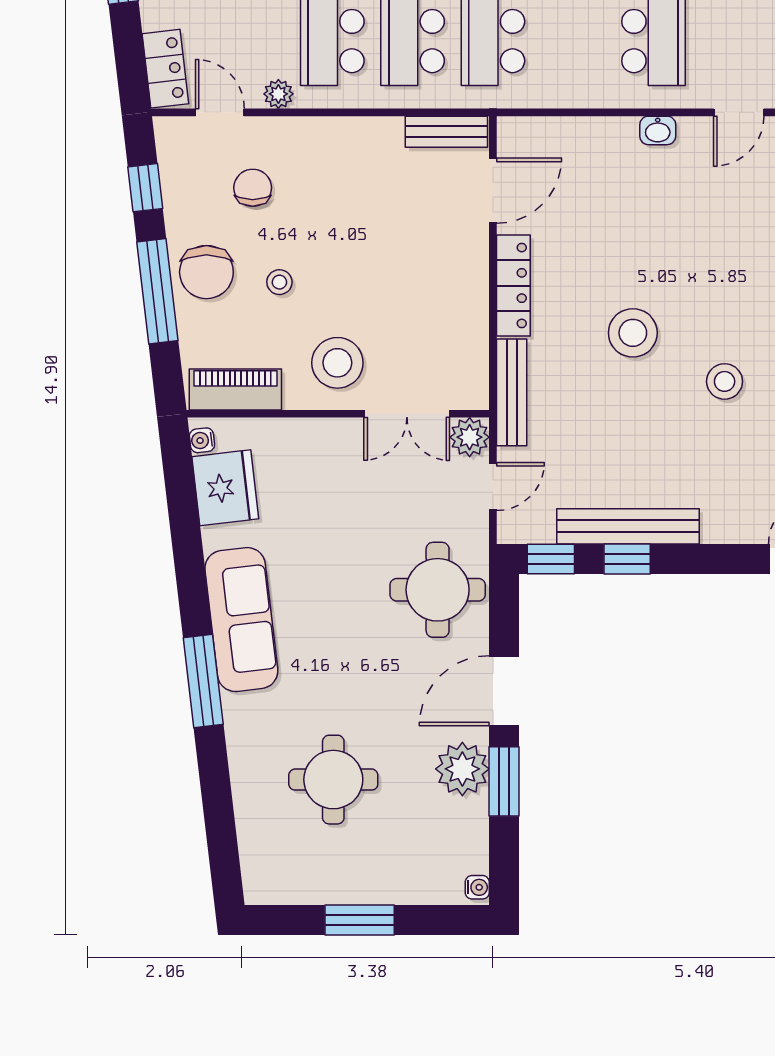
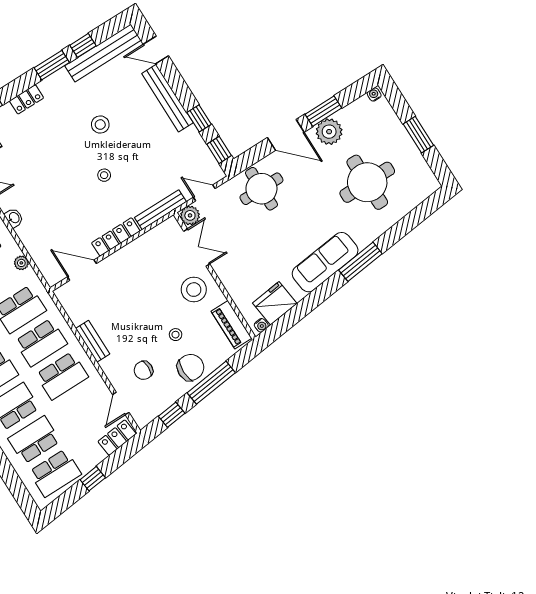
plant: (278, 94) -> (21, 263), moved
bench: (446, 132) -> (93, 341), moved
stool: (633, 333) -> (104, 175), width x0.53, depth x0.53
bench: (628, 526) -> (167, 98), moved
round table: (333, 780) -> (367, 182), width x1.36, depth x1.36

